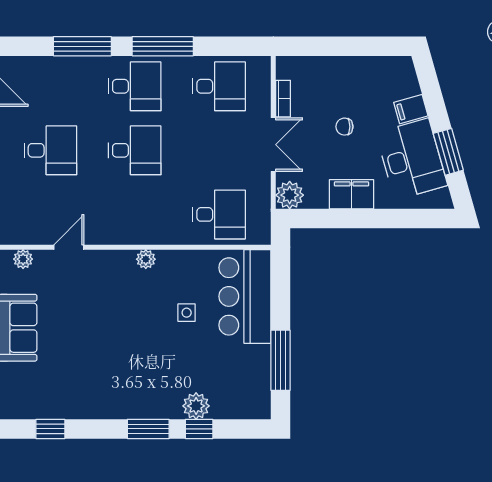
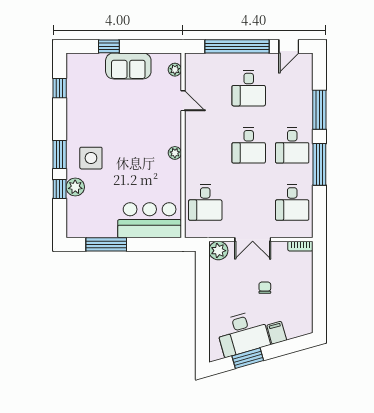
bookcase: (283, 99) -> (300, 246), moved
filing cabinet: (352, 194) -> (219, 293), removed
side table: (187, 313) -> (91, 158), moved, width x1.87, depth x1.87

